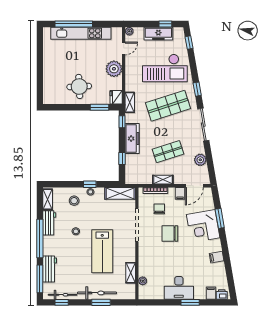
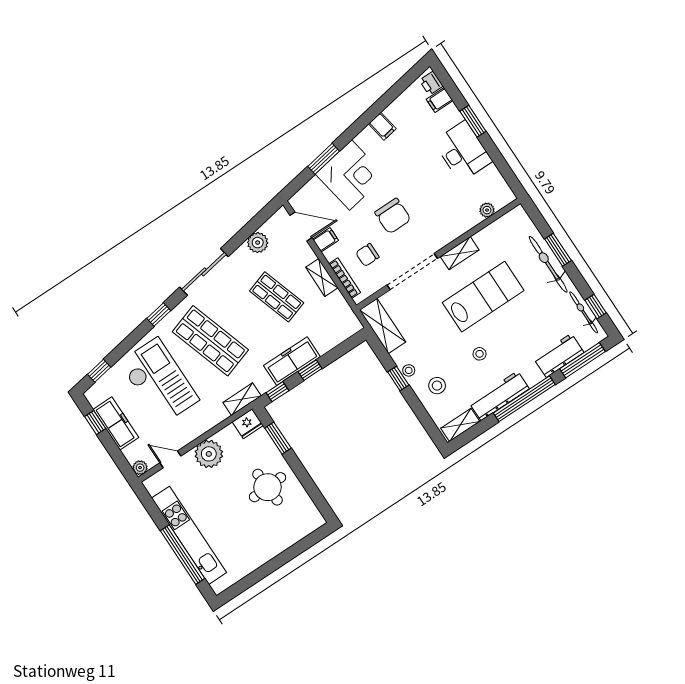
window: (122, 159) -> (310, 370), moved
workbench: (49, 223) -> (499, 396), width x1.37
shelving: (131, 273) -> (460, 253), moved

